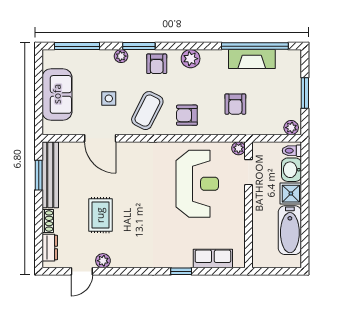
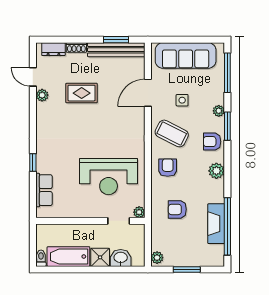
sofa: (57, 94) -> (186, 55), width x1.36
toilet: (292, 151) -> (41, 258), moved

